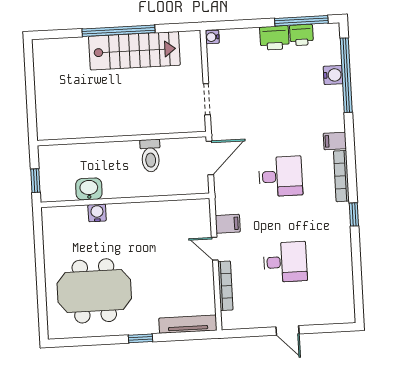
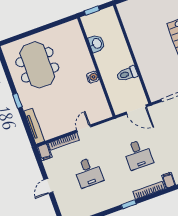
water cooler: (97, 213) -> (93, 77), moved
filing cabinet: (228, 224) -> (45, 152), moved

